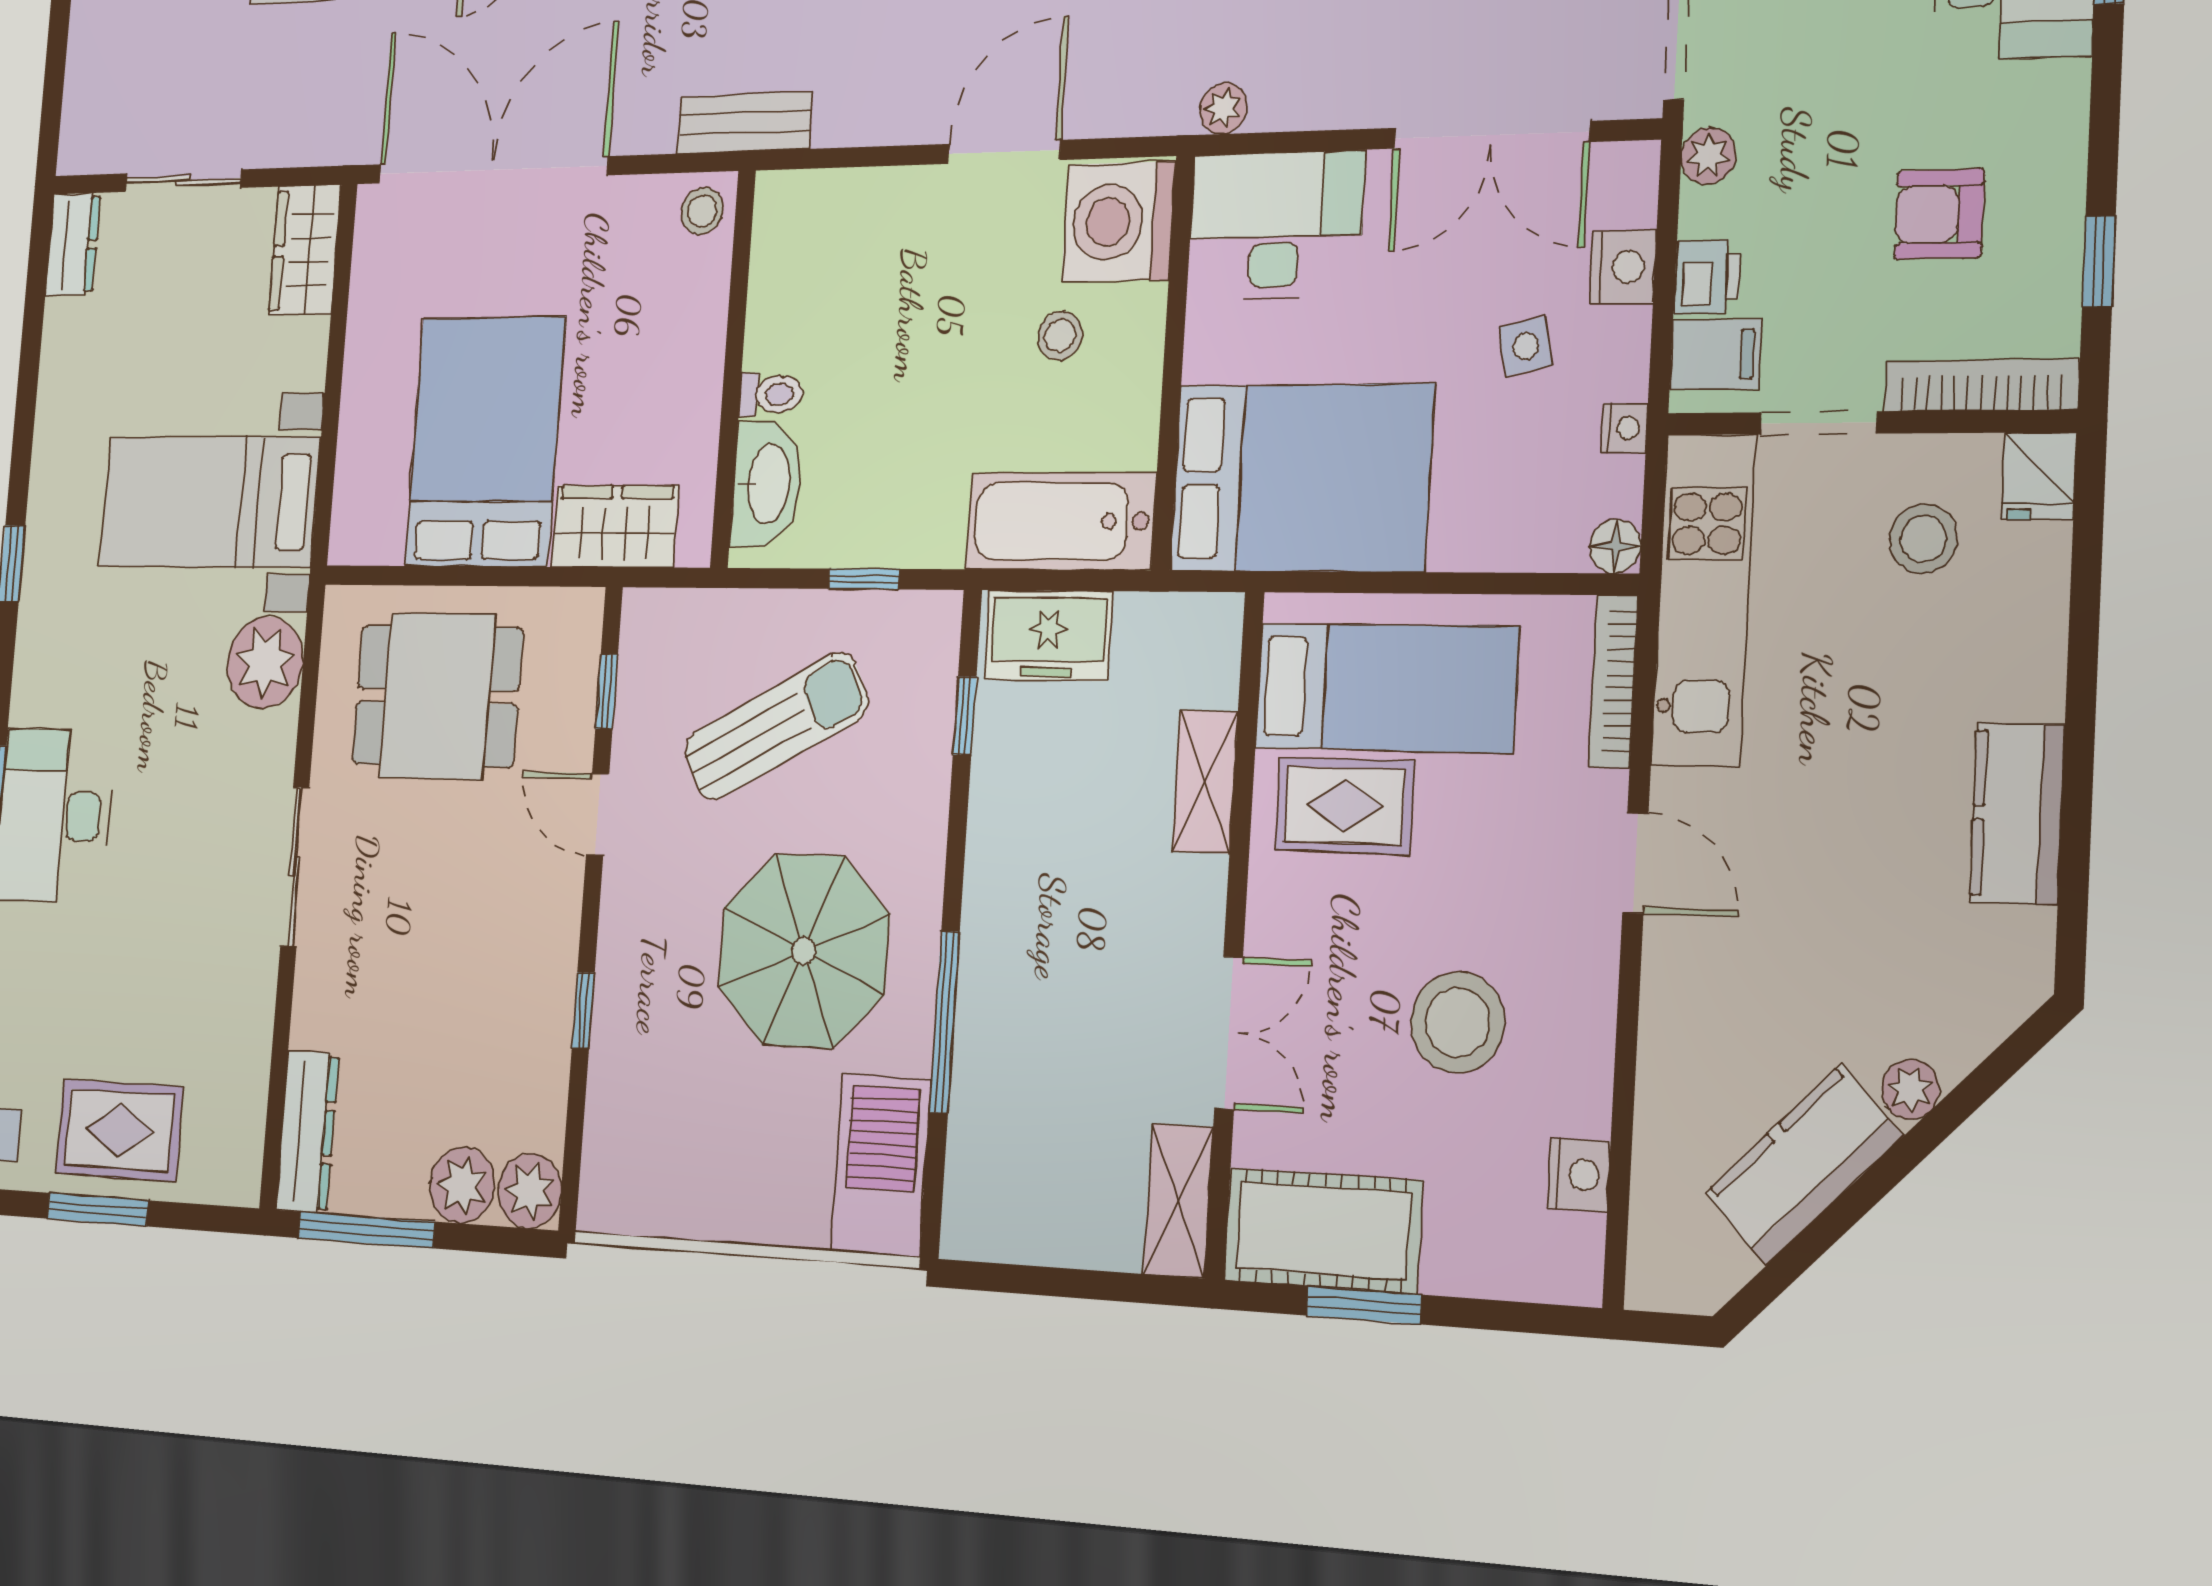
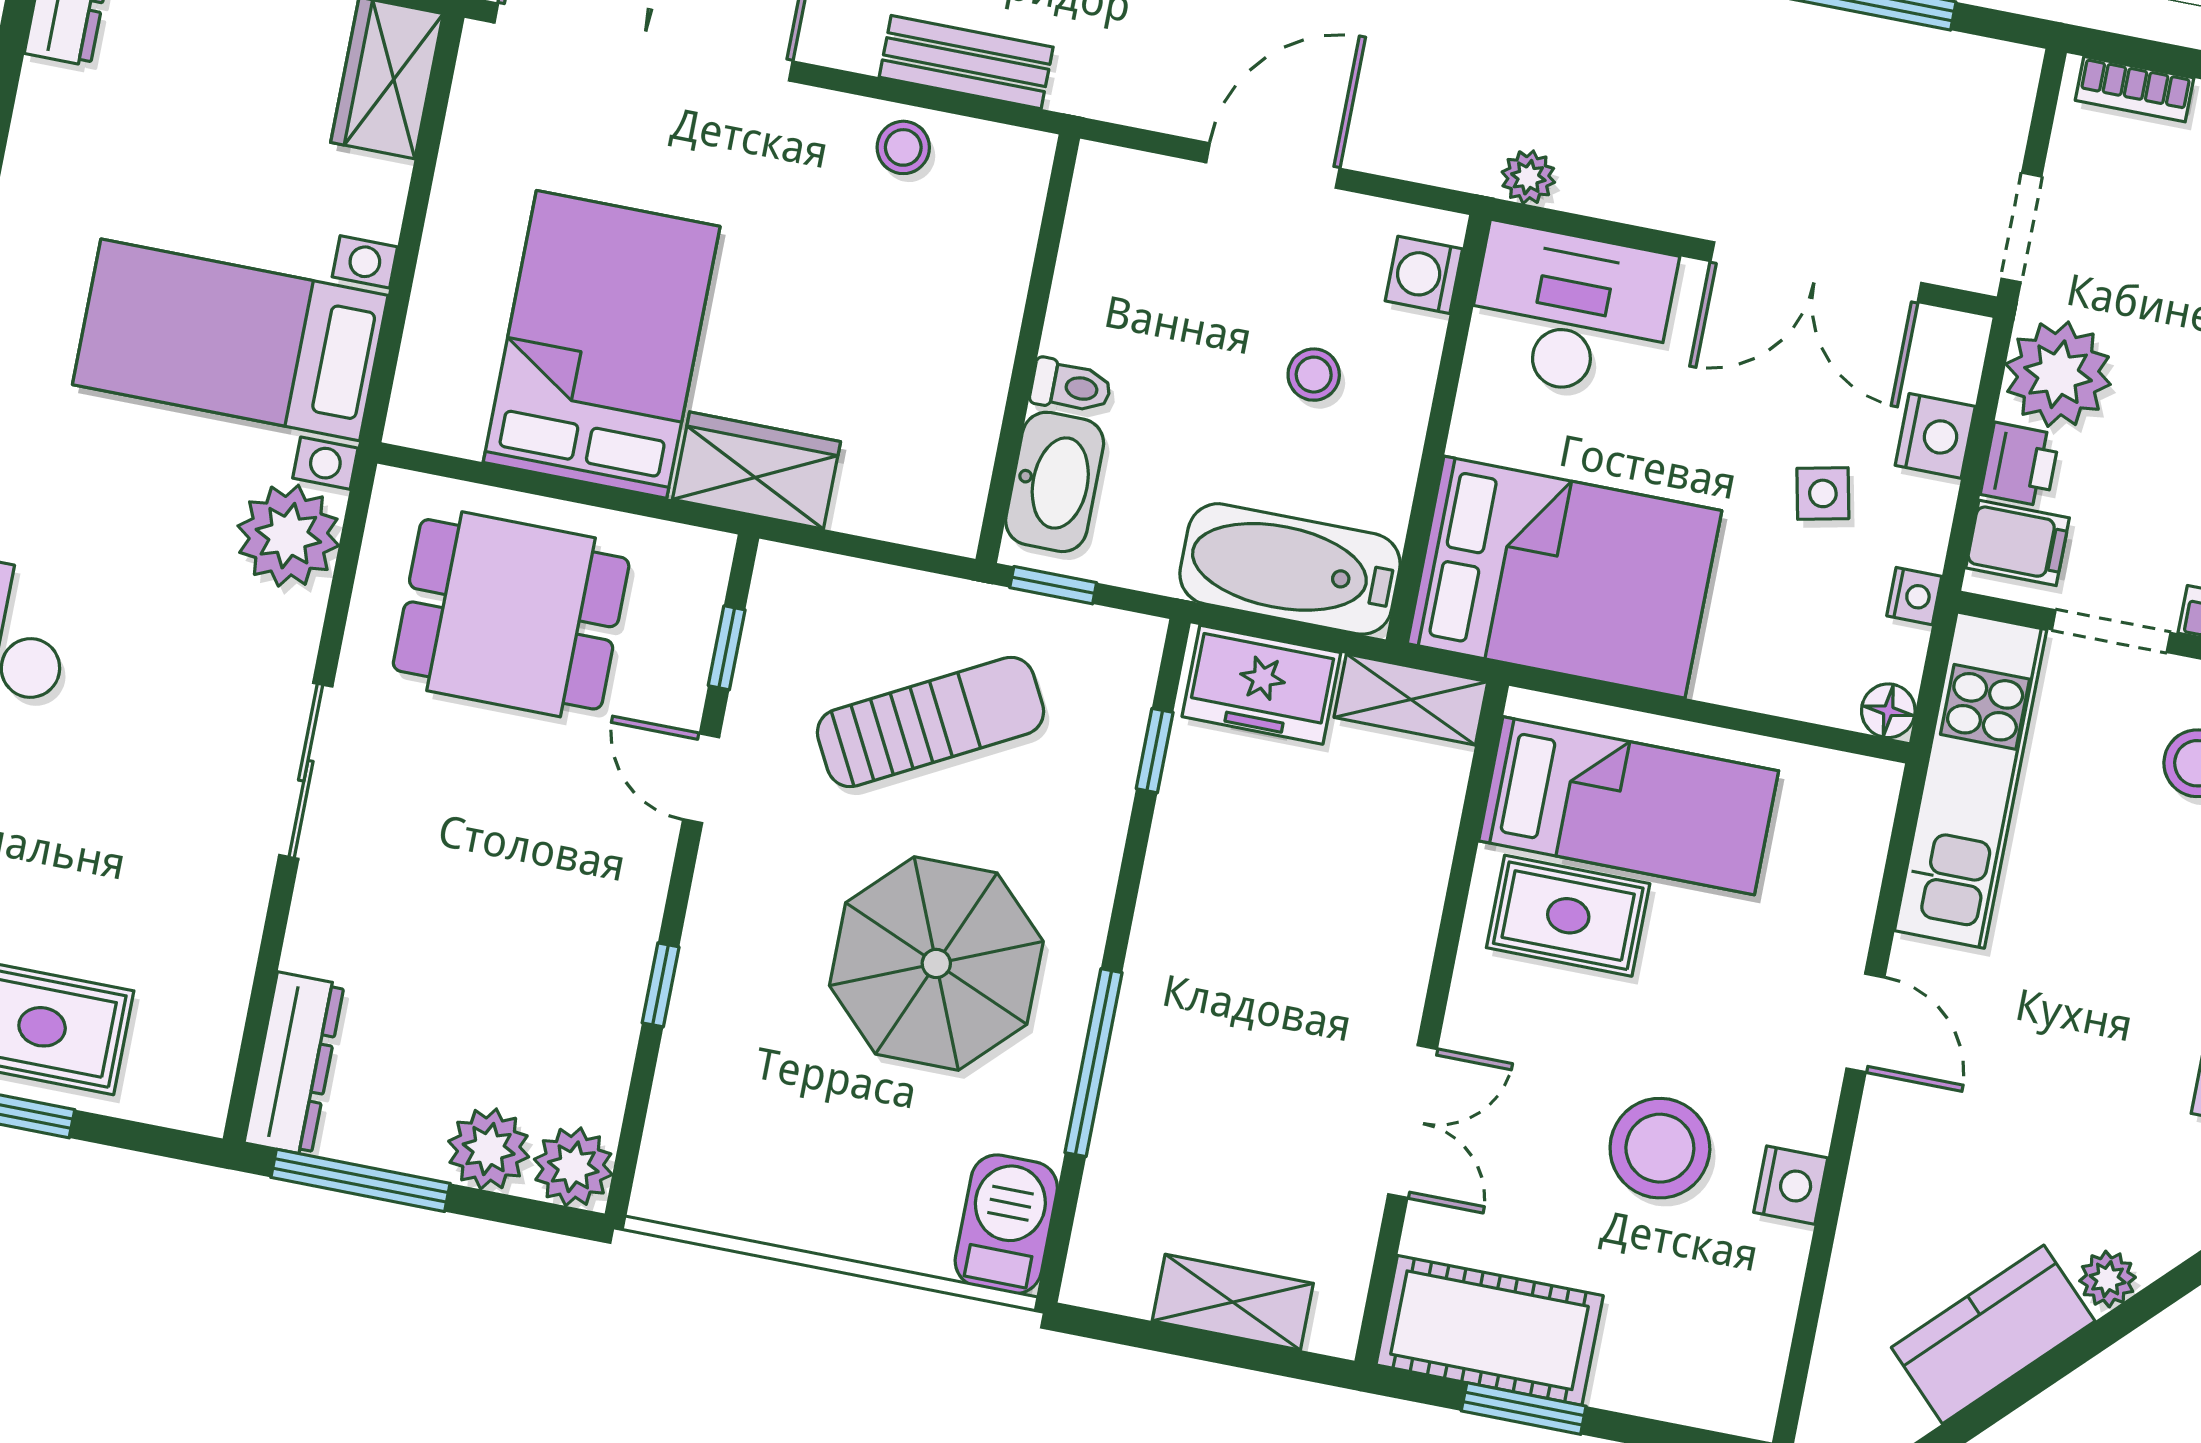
plant: (1708, 156) -> (2058, 374), width x1.87, depth x1.87
washing machine: (1118, 222) -> (1424, 275), width x0.53, depth x0.53
wall: (733, 368) -> (1028, 349), moved
toilet: (771, 394) -> (1071, 386), moved
washbasin: (767, 484) -> (1055, 482), moved
bookcase: (1613, 681) -> (1868, 842), removed
shelving: (1205, 782) -> (1411, 699), moved, turned 90
barbecue: (881, 1165) -> (1006, 1224), width x0.73, depth x0.83
nightstand: (1579, 1175) -> (1791, 1185), moved
shelving: (1178, 1201) -> (1233, 1302), moved, turned 90

